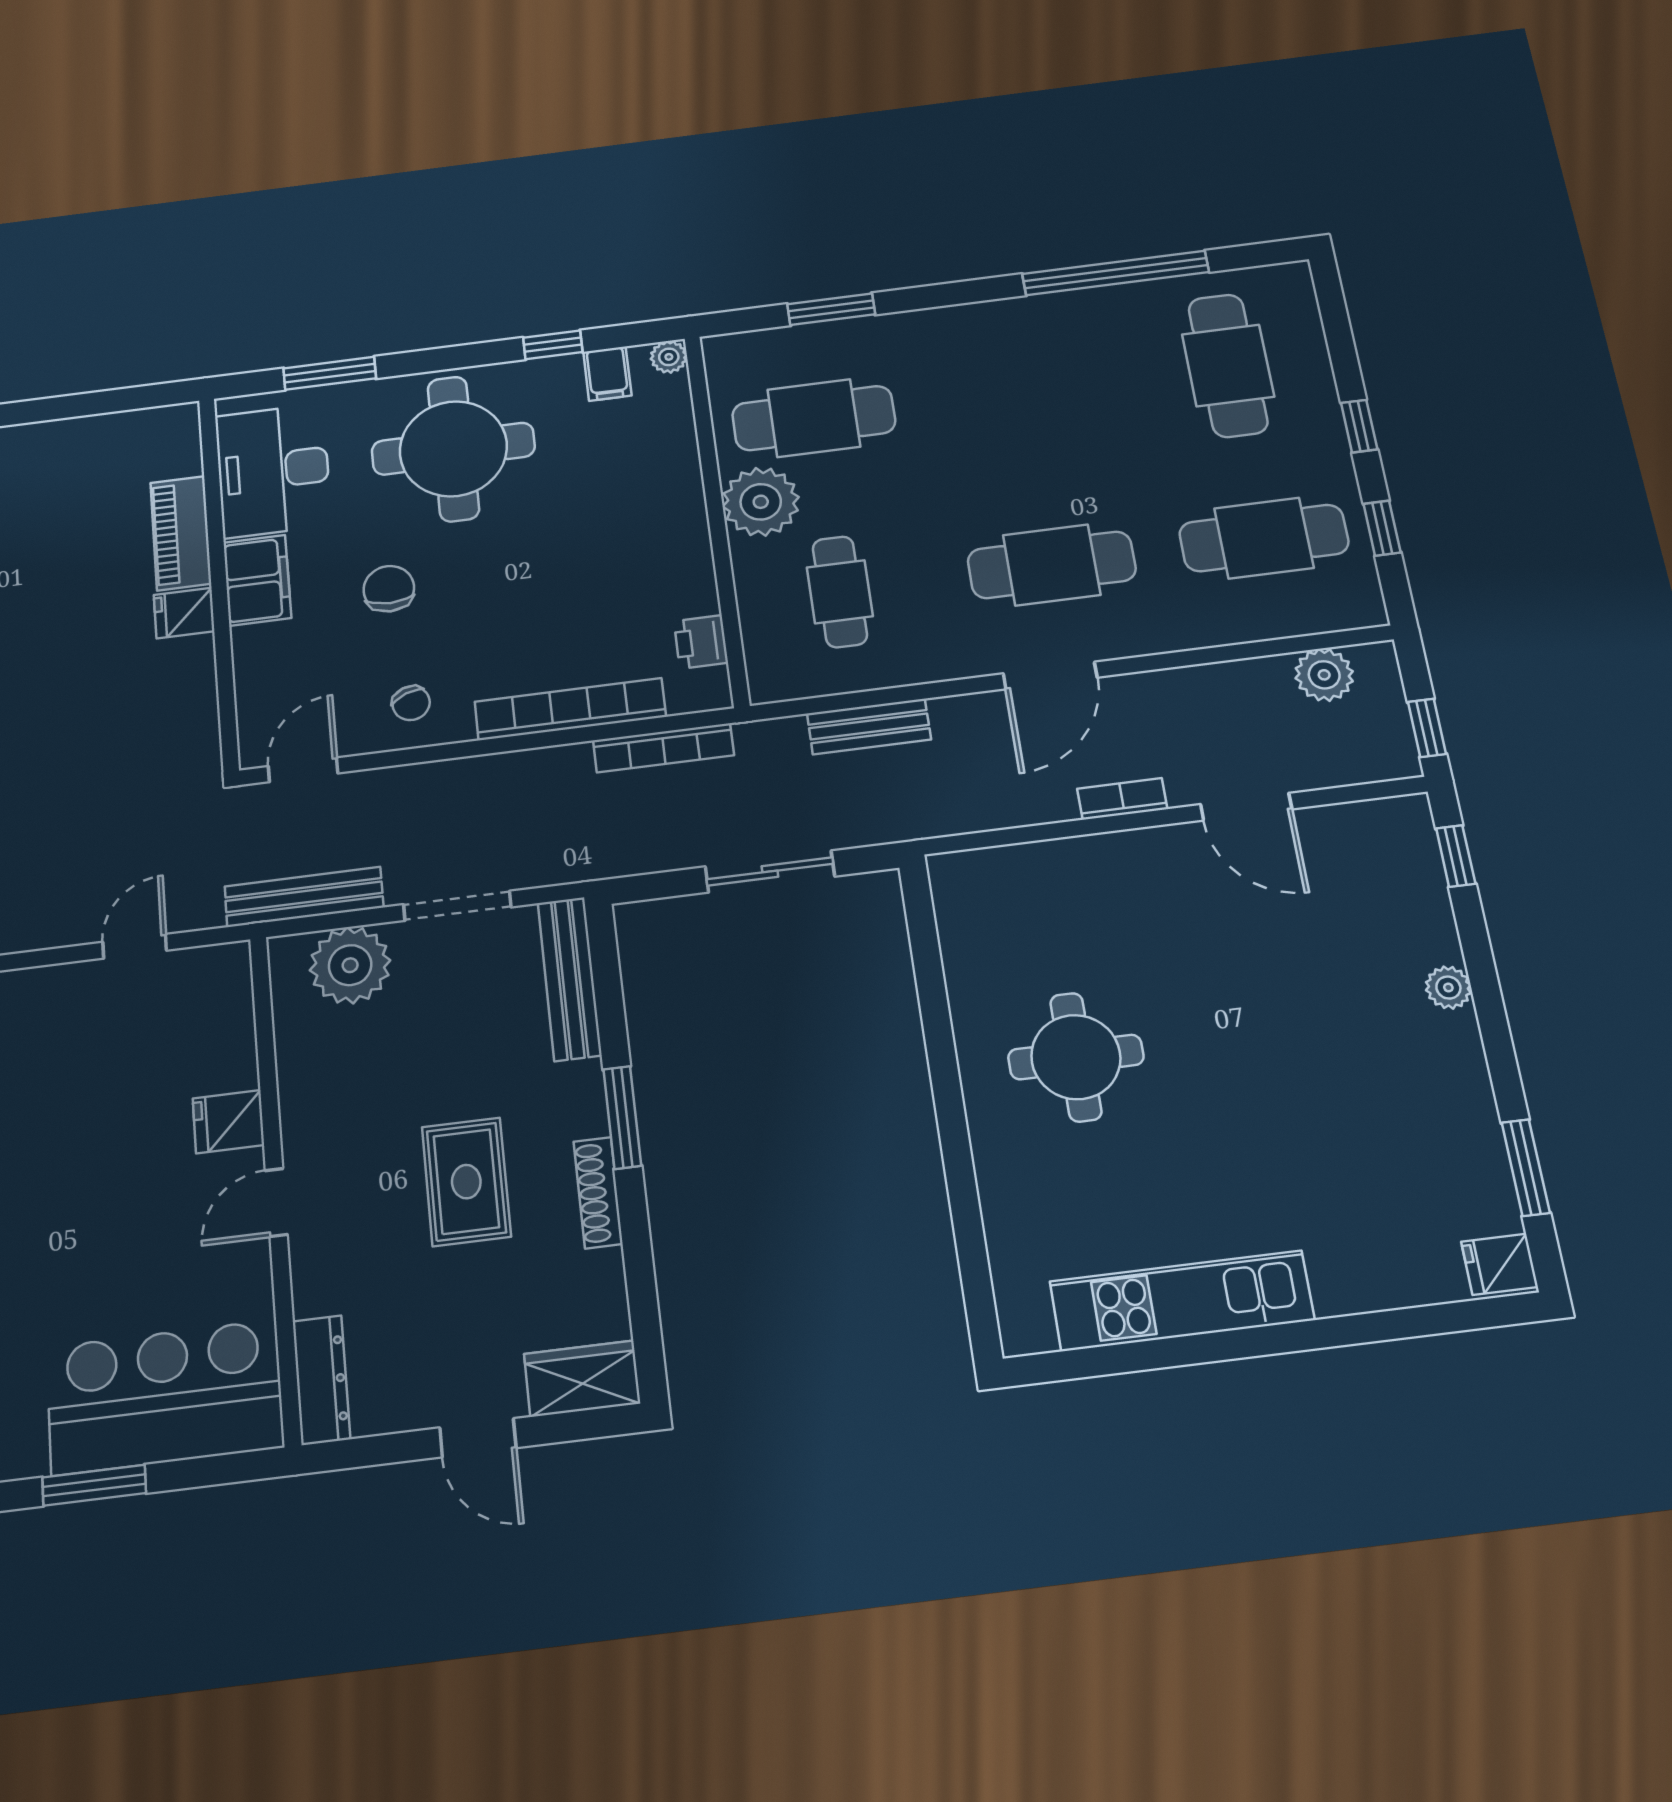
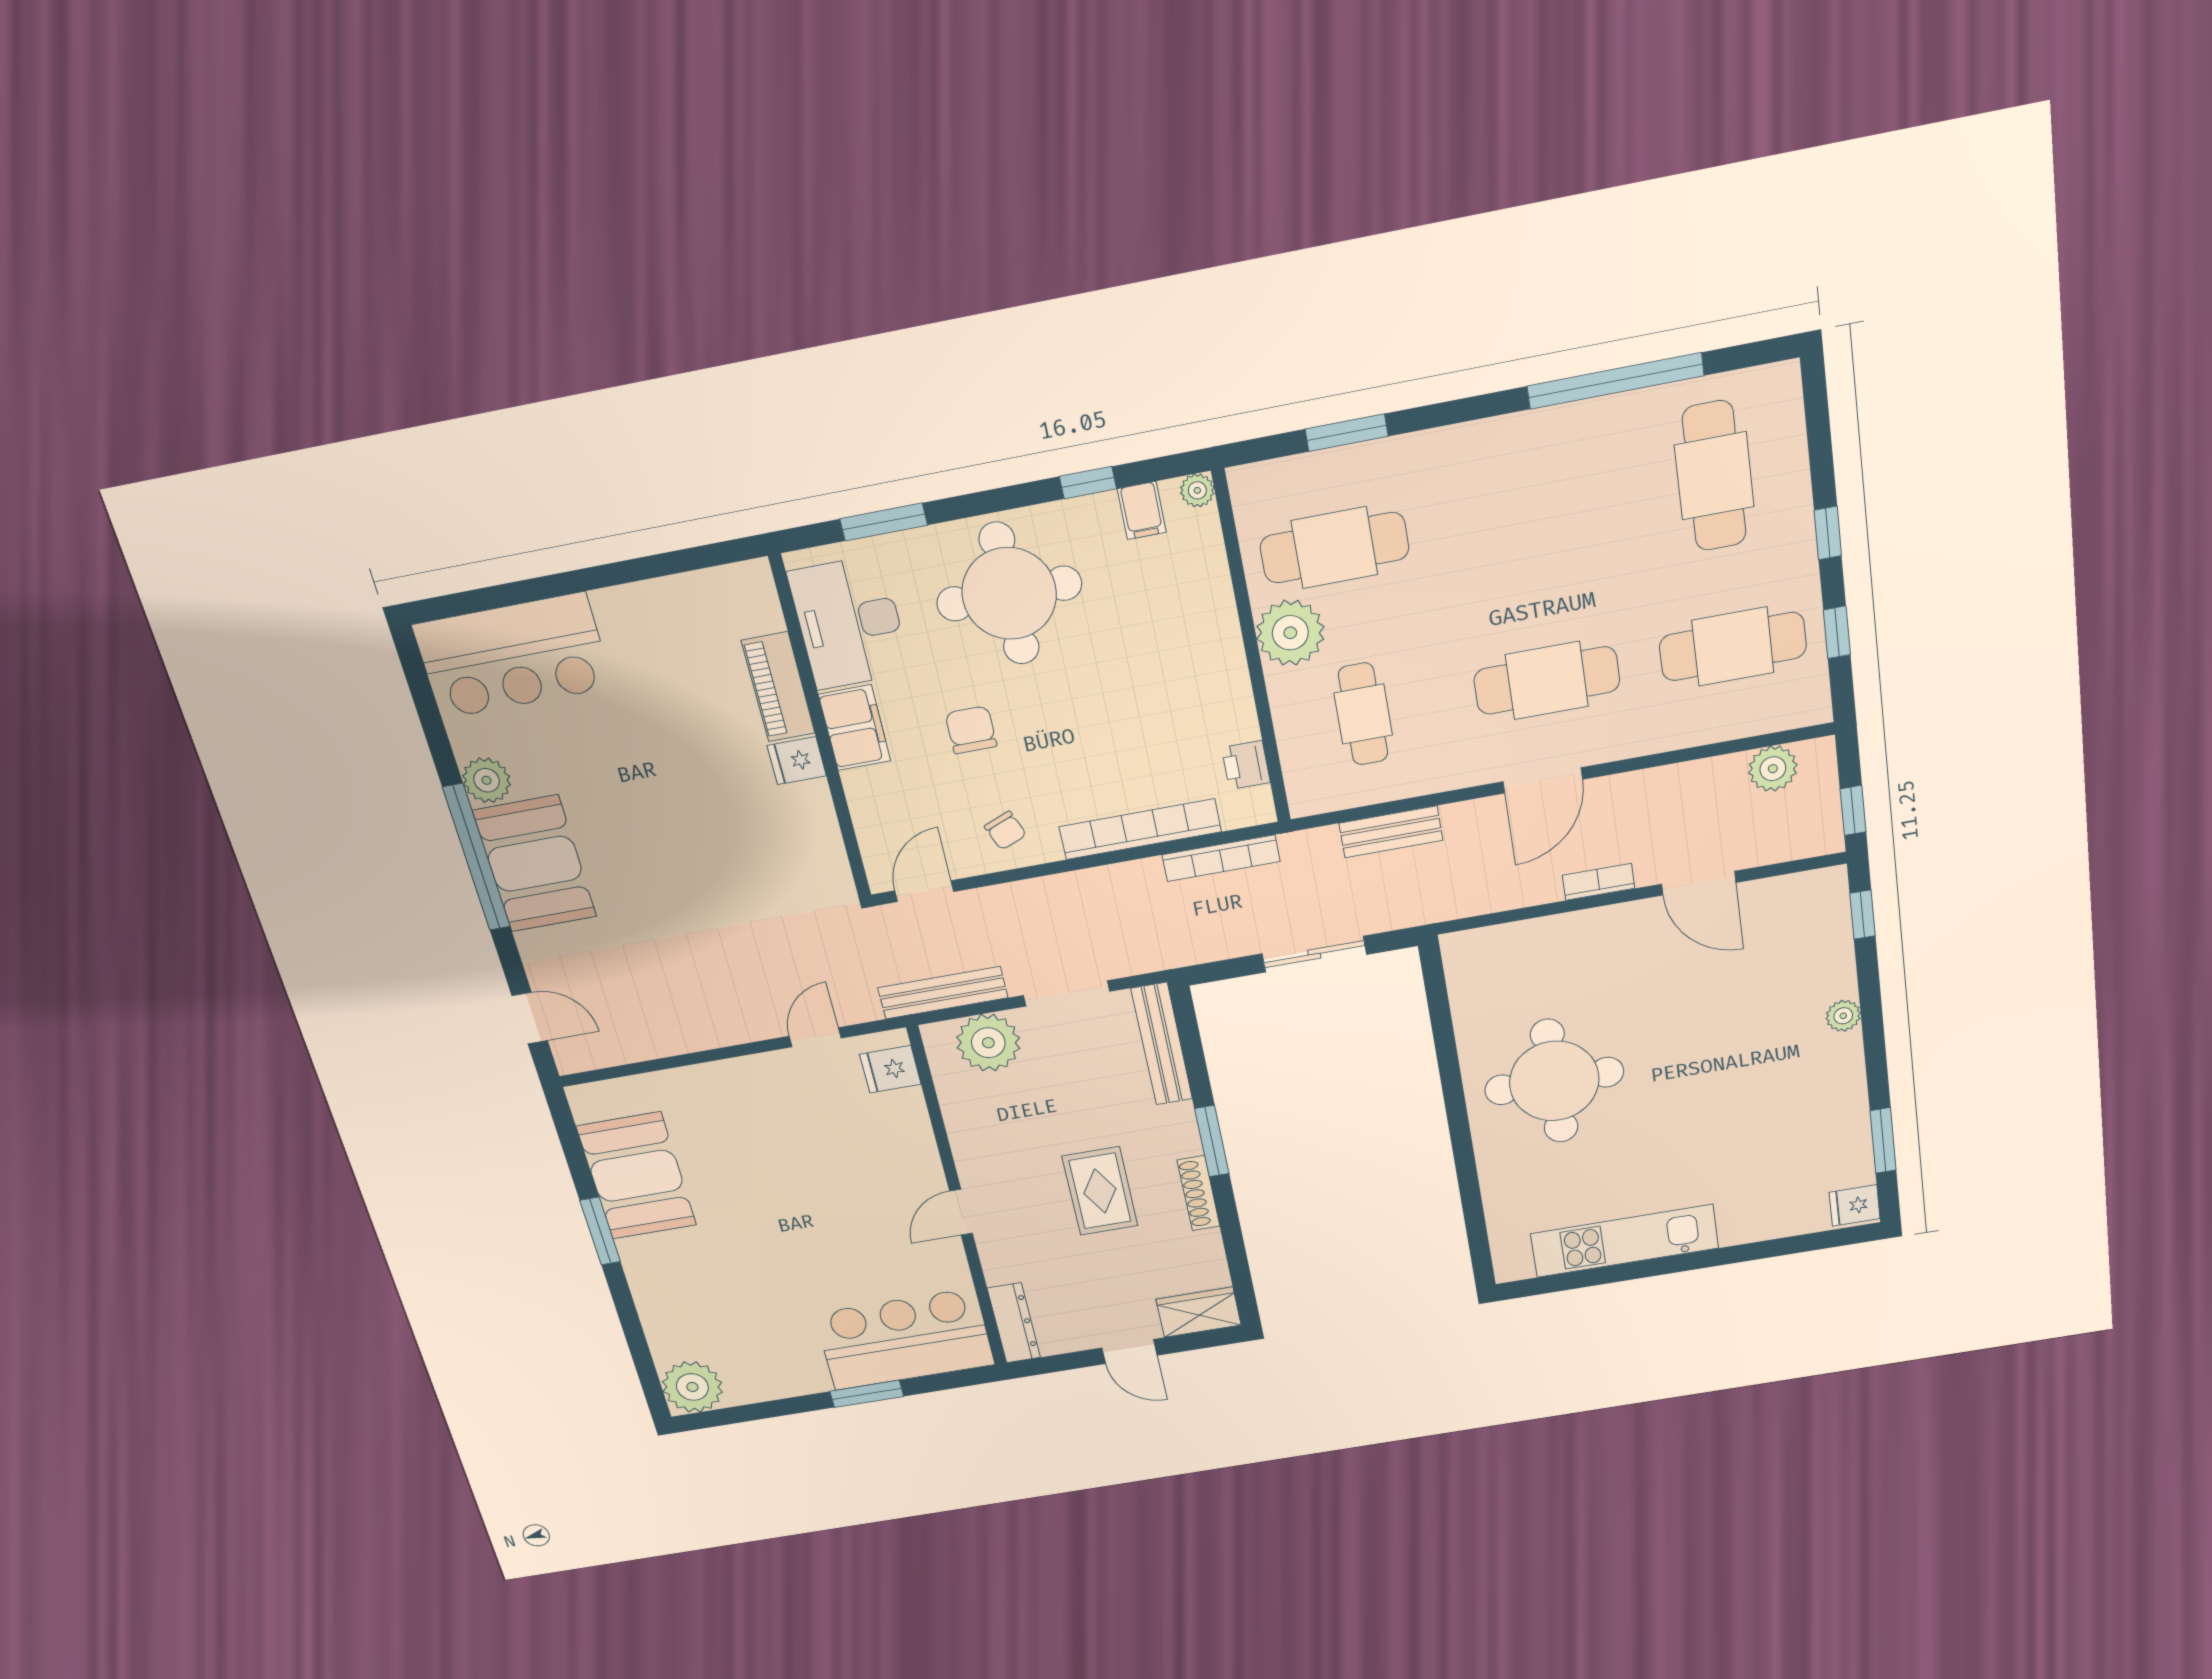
round table: (1076, 1057) -> (1554, 1081), width x1.36, depth x1.36
fridge: (228, 1122) -> (890, 1069), moved

